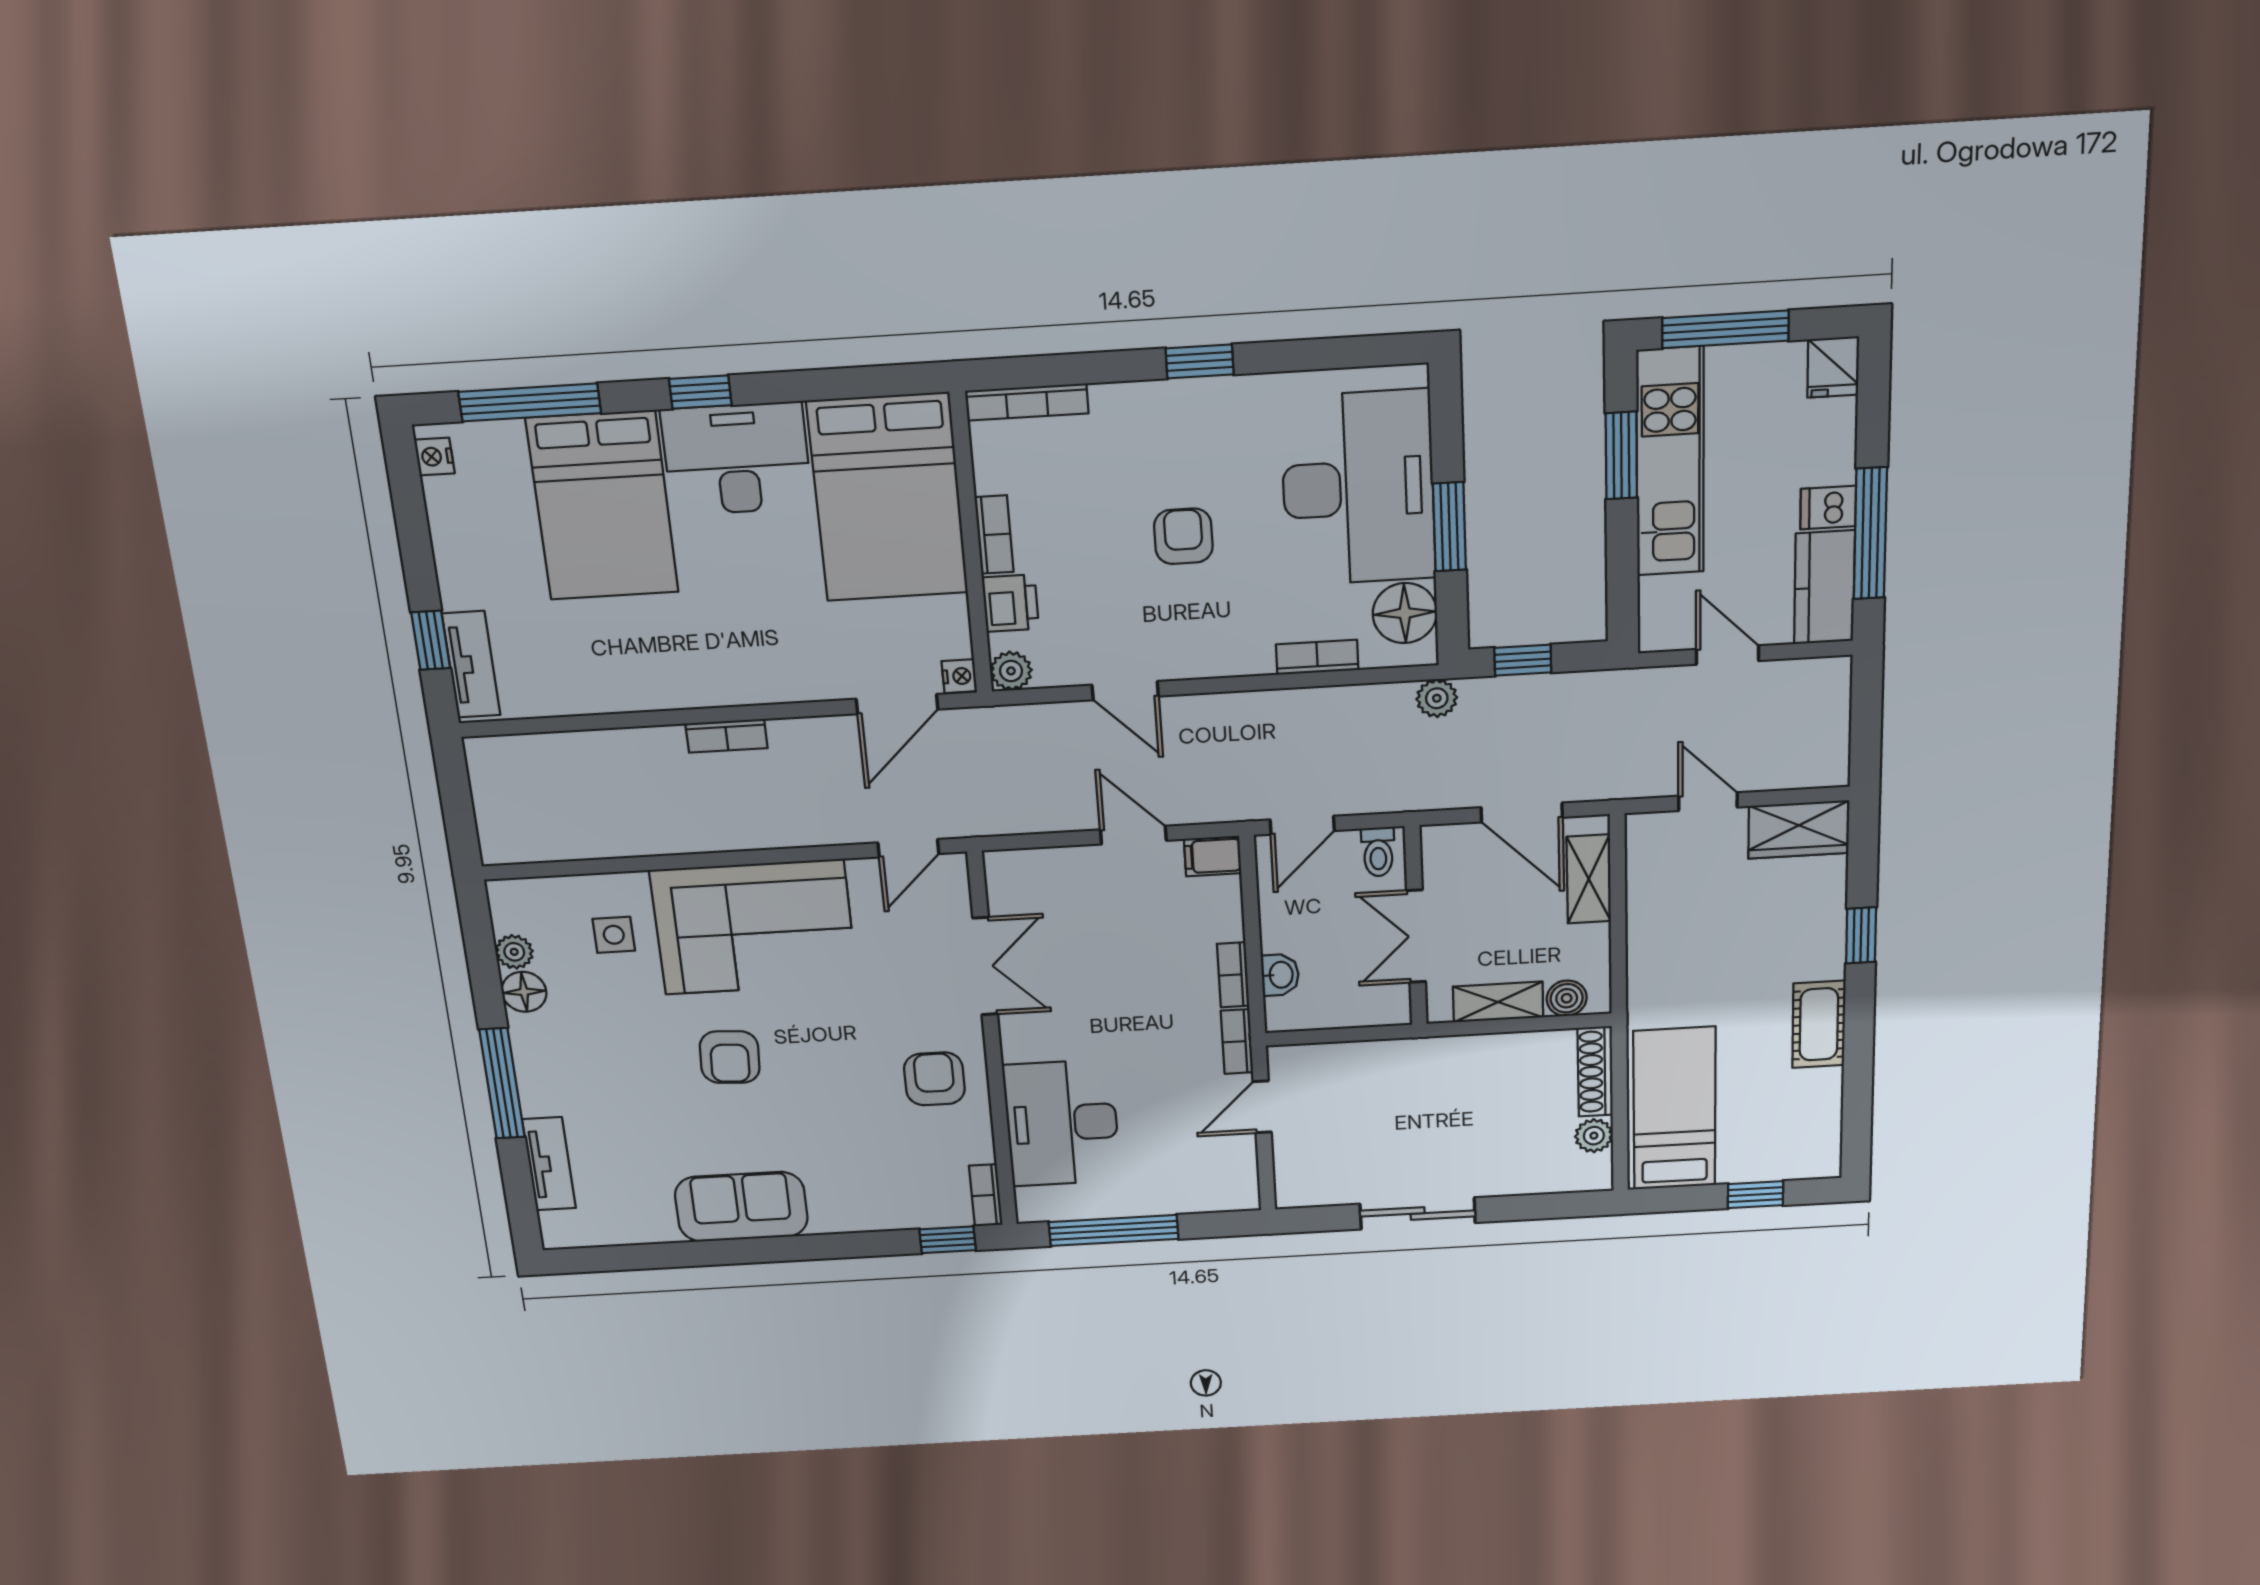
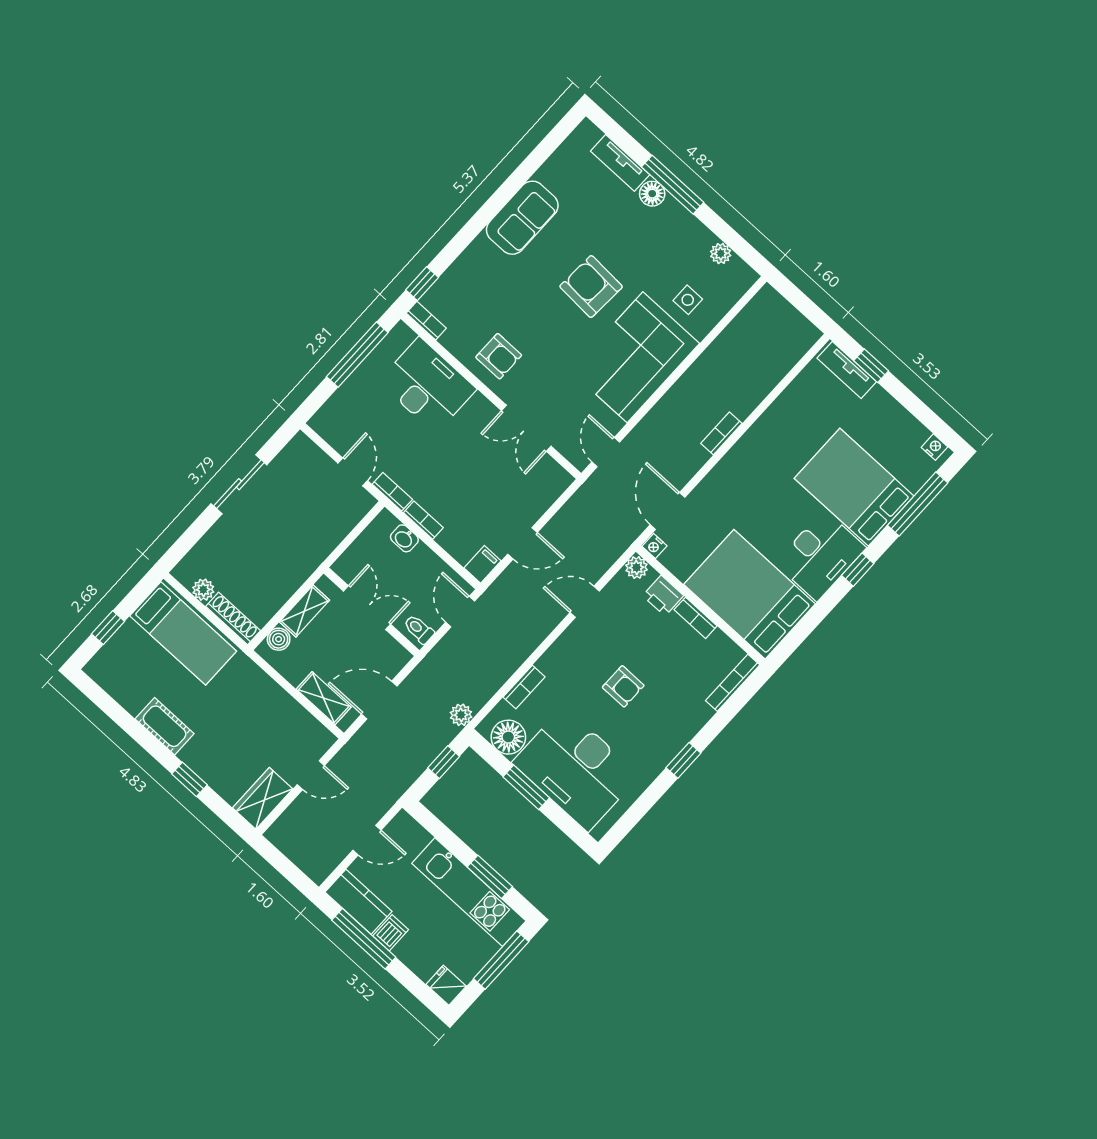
floor lamp: (524, 992) -> (652, 194), moved
armchair: (730, 1057) -> (591, 287), width x1.38, depth x1.38

